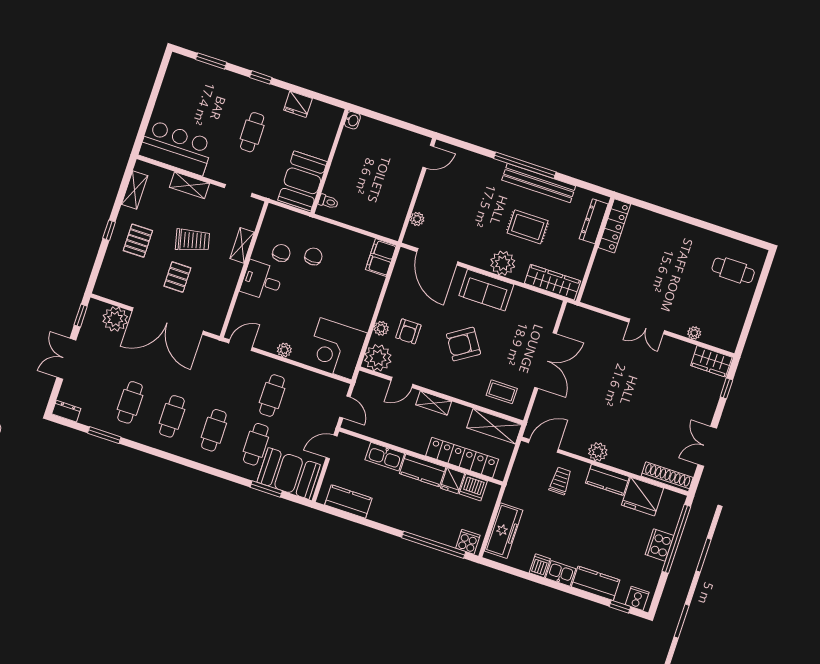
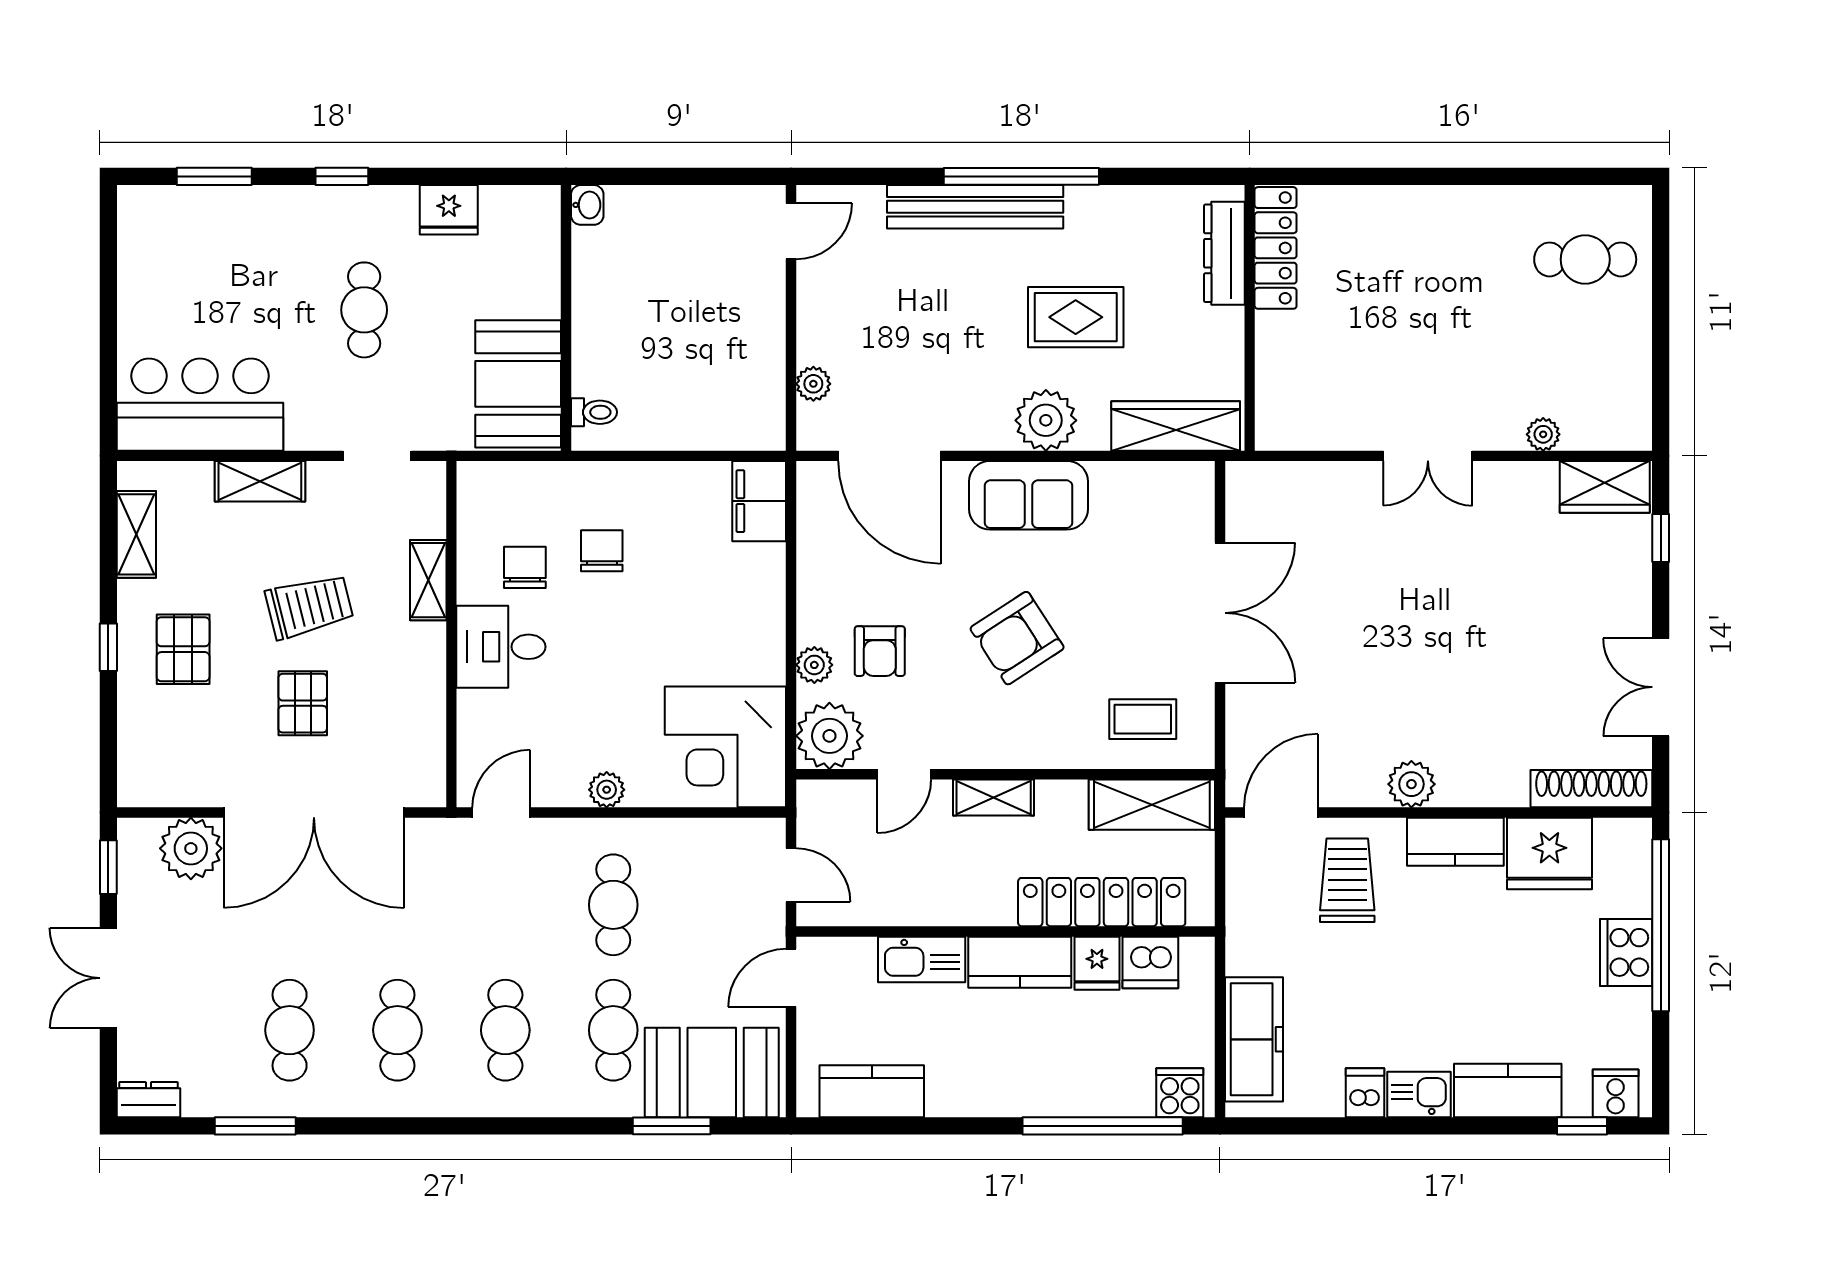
bench: (539, 183) -> (975, 207), moved
trolley: (560, 481) -> (1347, 880), width x1.36, depth x1.39

